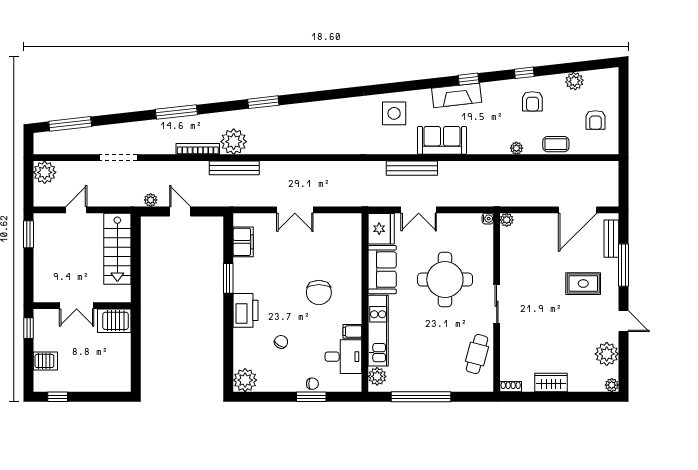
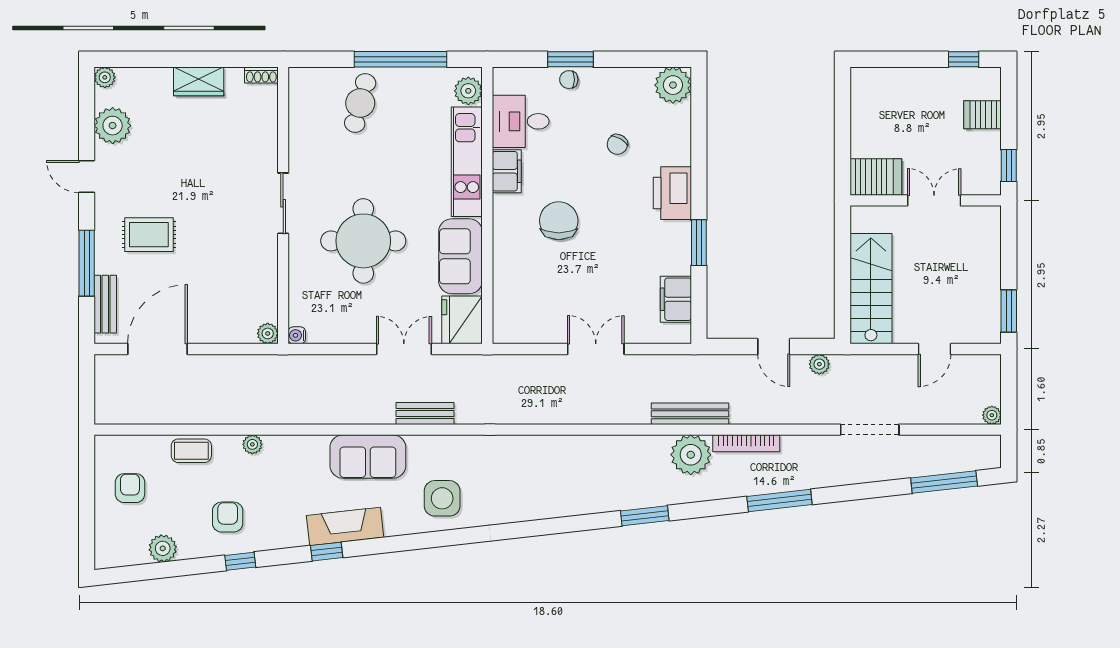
bench: (412, 168) -> (425, 414), width x0.73
plant: (45, 172) -> (992, 415), width x0.53, depth x0.53
filing cabinet: (352, 331) -> (507, 171), width x2.00
cafe table: (477, 354) -> (360, 103), moved

